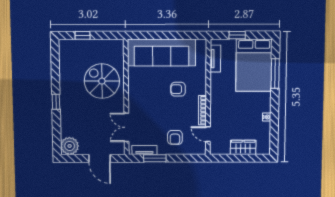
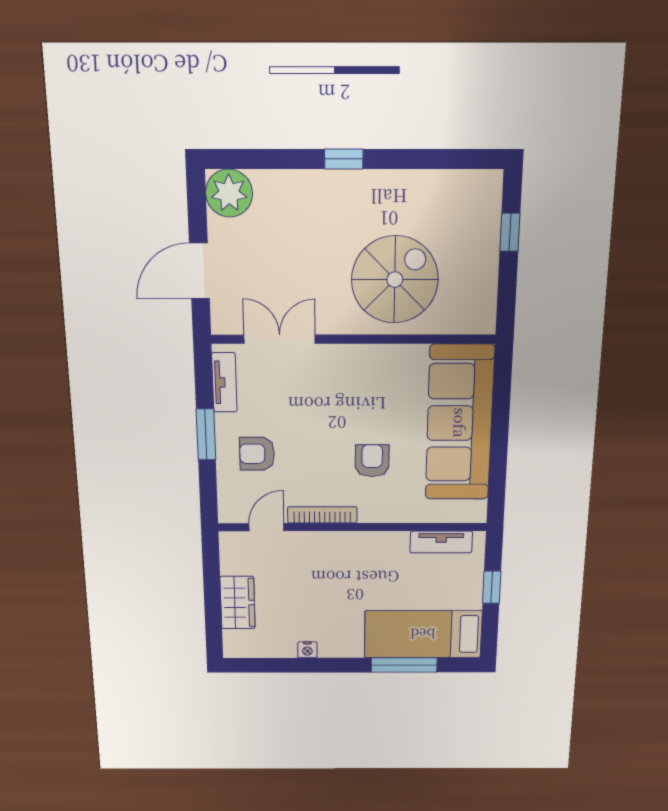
bed: (254, 65) -> (423, 634), width x0.67
window: (155, 158) -> (206, 435), moved

